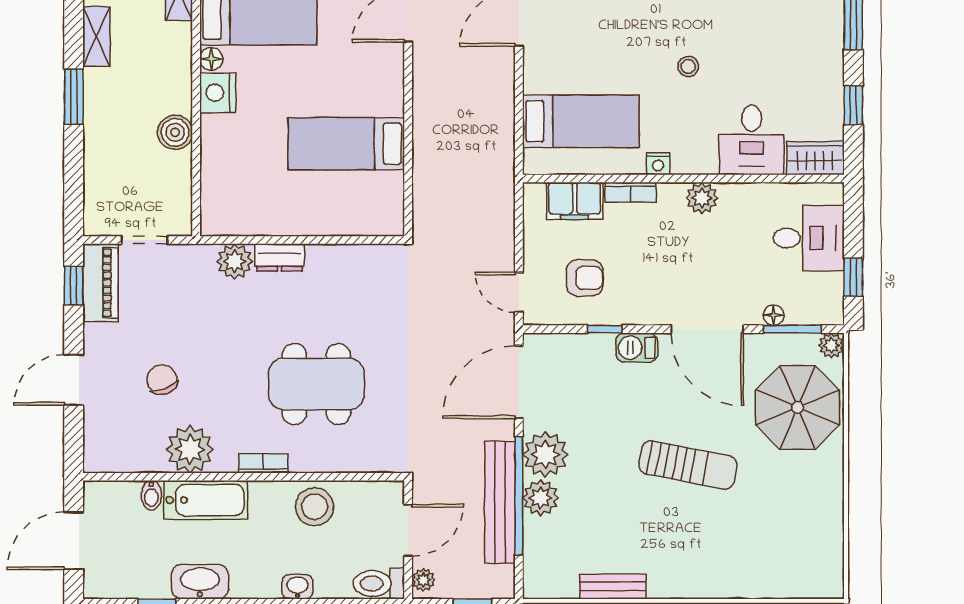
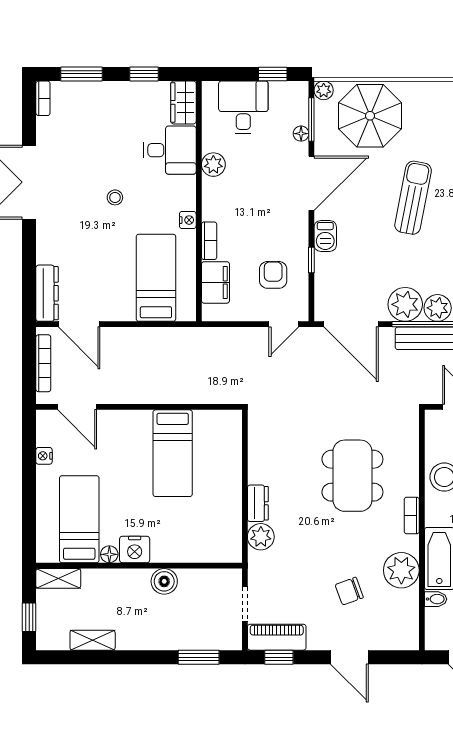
window: (74, 97) -> (199, 657), moved
plant: (702, 198) -> (213, 165), moved

